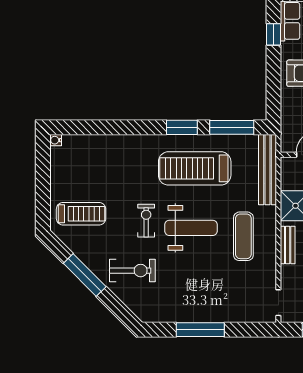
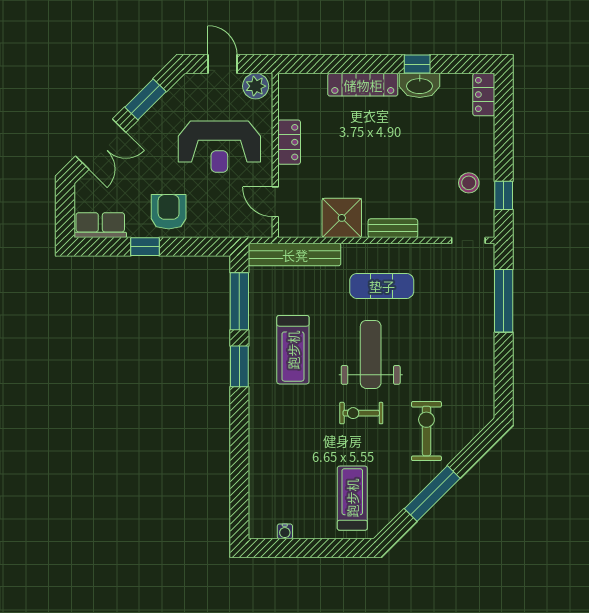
window: (273, 34) -> (145, 247), moved
water cooler: (56, 140) -> (285, 531), moved
treadmill: (195, 168) -> (293, 350), width x0.73, depth x0.73
window: (200, 330) -> (504, 301), moved

